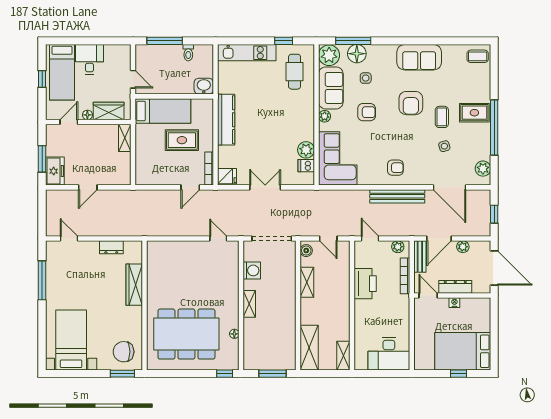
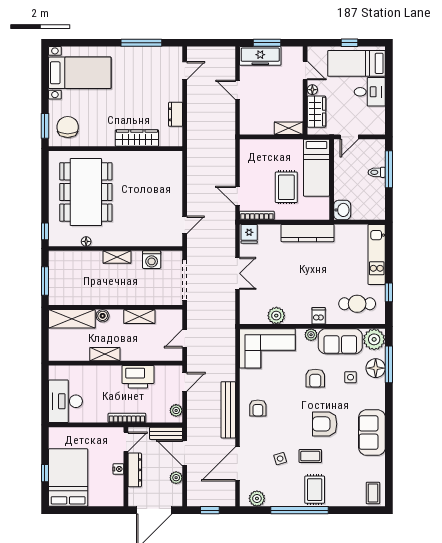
toilet: (188, 53) -> (377, 172), moved
dishwasher: (306, 166) -> (319, 316), moved
freezer: (55, 171) -> (260, 56), width x1.40
boiler: (306, 251) -> (103, 316), moved
bookcase: (405, 276) -> (127, 418), moved
shelving: (343, 356) -> (105, 354), moved

